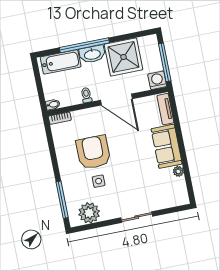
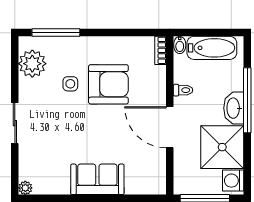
bathtub: (61, 62) -> (212, 48), moved, turned -90
washing machine: (157, 80) -> (233, 181), moved, turned 180
door: (116, 100) -> (170, 127), hinge flipped
tv unit: (165, 109) -> (145, 187), removed
plant: (178, 171) -> (25, 188), moved

